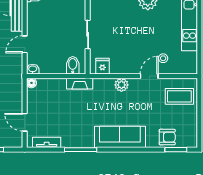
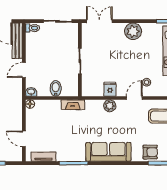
bidet: (73, 65) -> (56, 88), moved
fridge: (102, 66) -> (110, 89), moved

